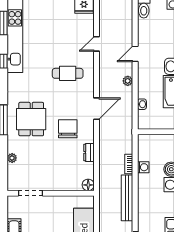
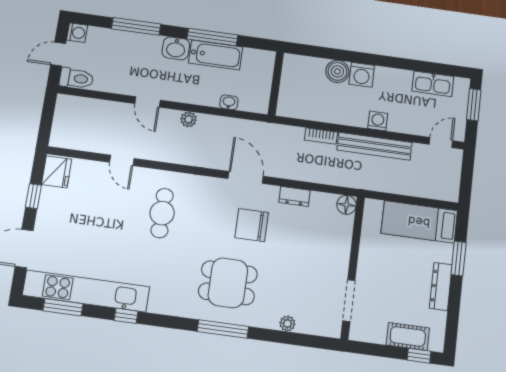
door: (96, 109) -> (246, 177), moved
washing machine: (143, 167) -> (378, 121), moved

